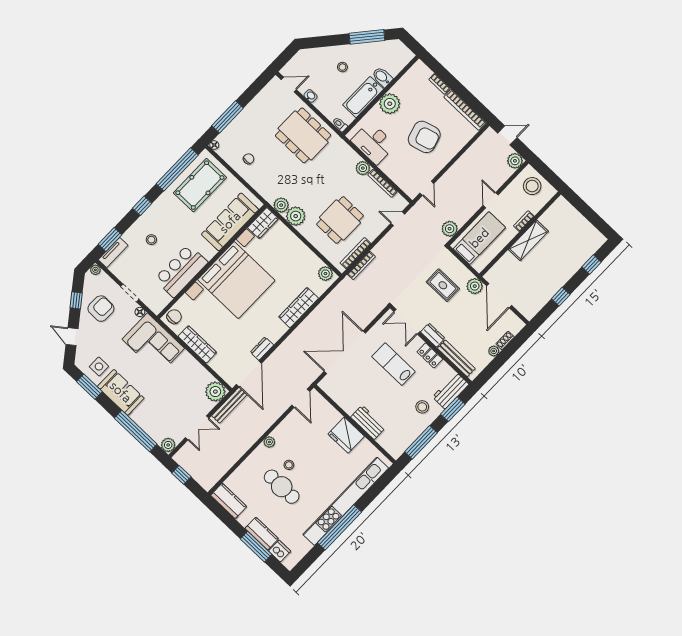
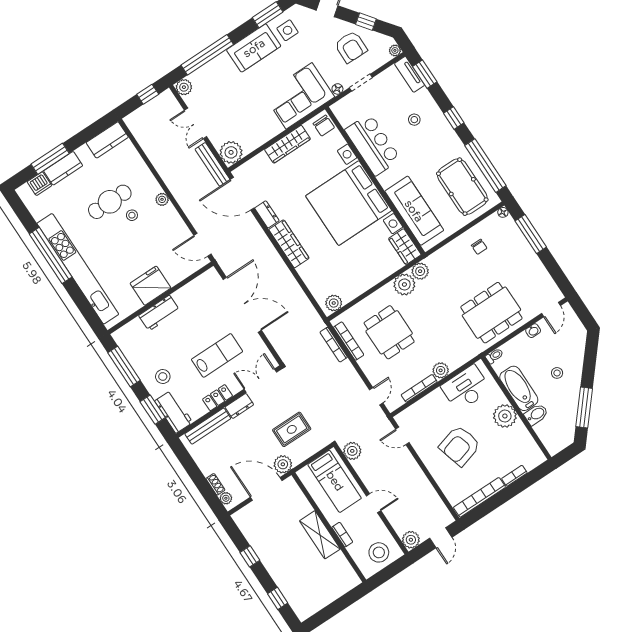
wardrobe: (299, 308) -> (289, 244), moved
plant: (494, 351) -> (226, 498), moved

